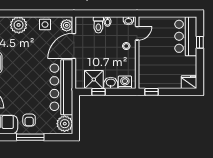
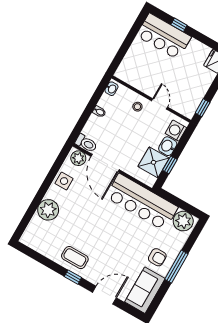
toilet: (98, 25) -> (86, 143), moved
door: (137, 33) -> (160, 104), moved

